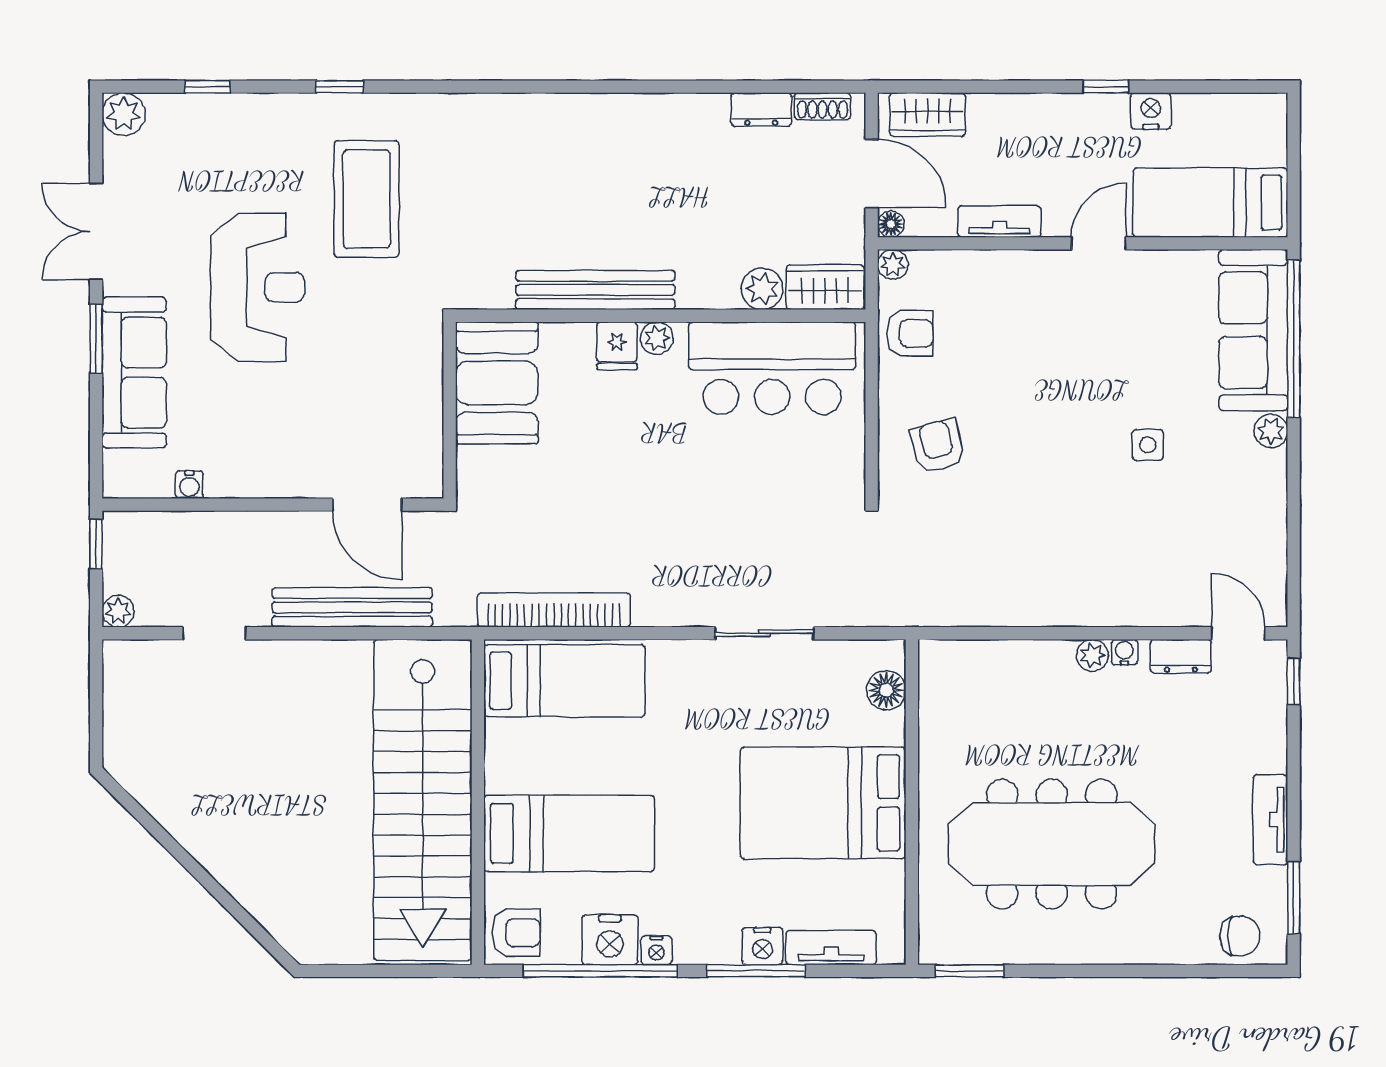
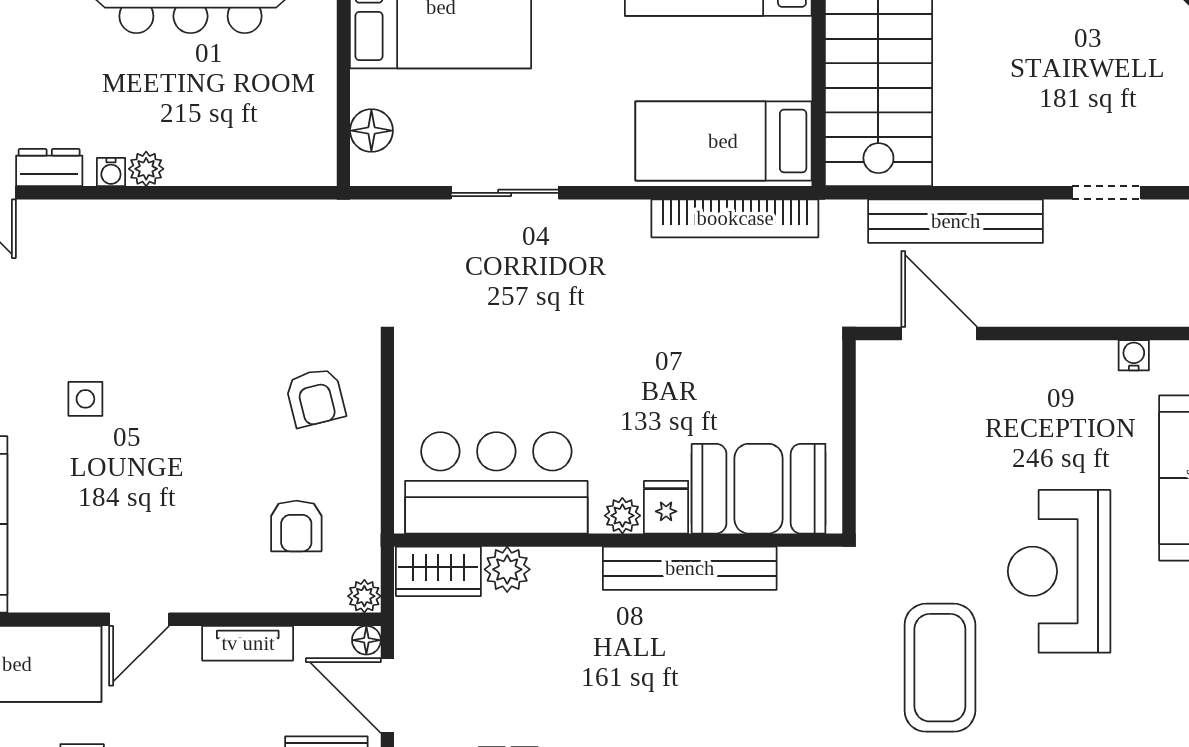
armchair: (910, 333) -> (296, 526), moved, turned -90
booth: (497, 383) -> (759, 489), moved, turned 90

